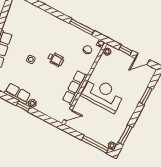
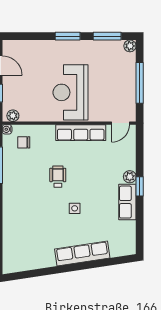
window: (146, 96) -> (68, 36), moved
door: (68, 115) -> (120, 123), swing flipped
window: (95, 144) -> (140, 83), moved

